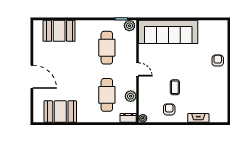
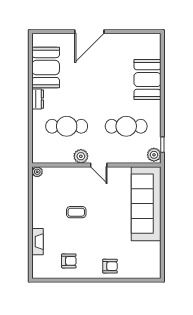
booth: (59, 31) -> (147, 80), moved
door: (138, 69) -> (99, 165), hinge flipped
plant: (131, 96) -> (81, 156), moved
armchair: (169, 109) -> (69, 261), moved
dresser: (128, 118) -> (38, 99), moved

